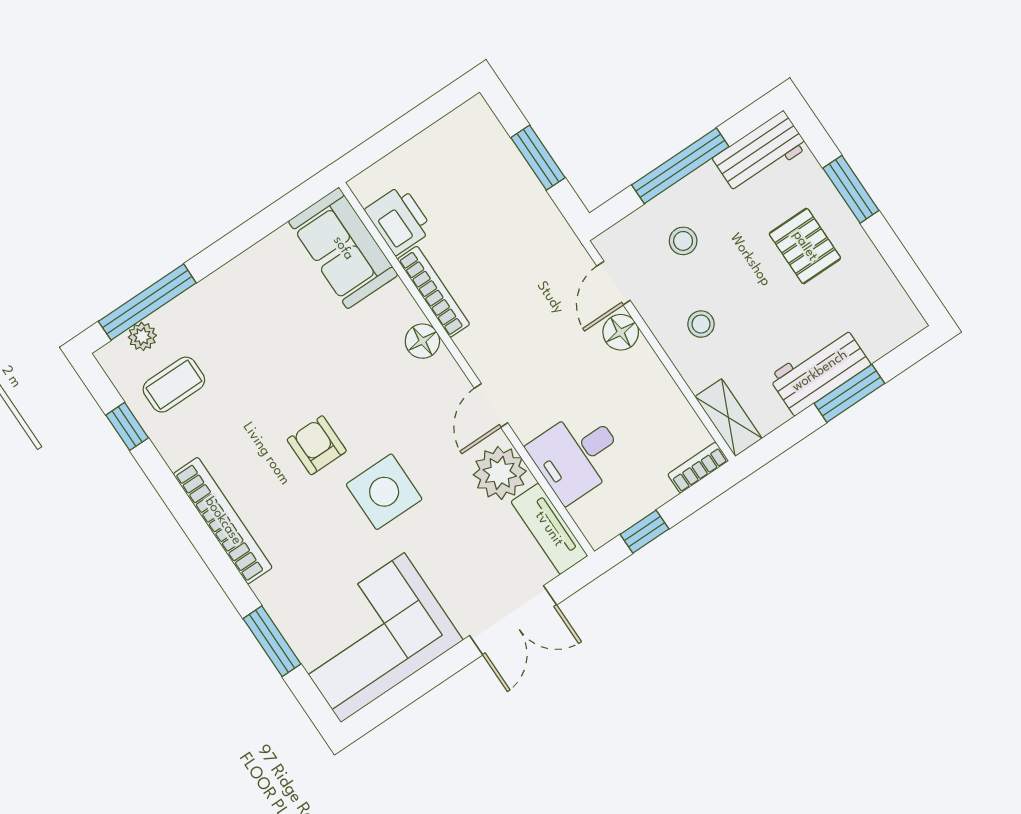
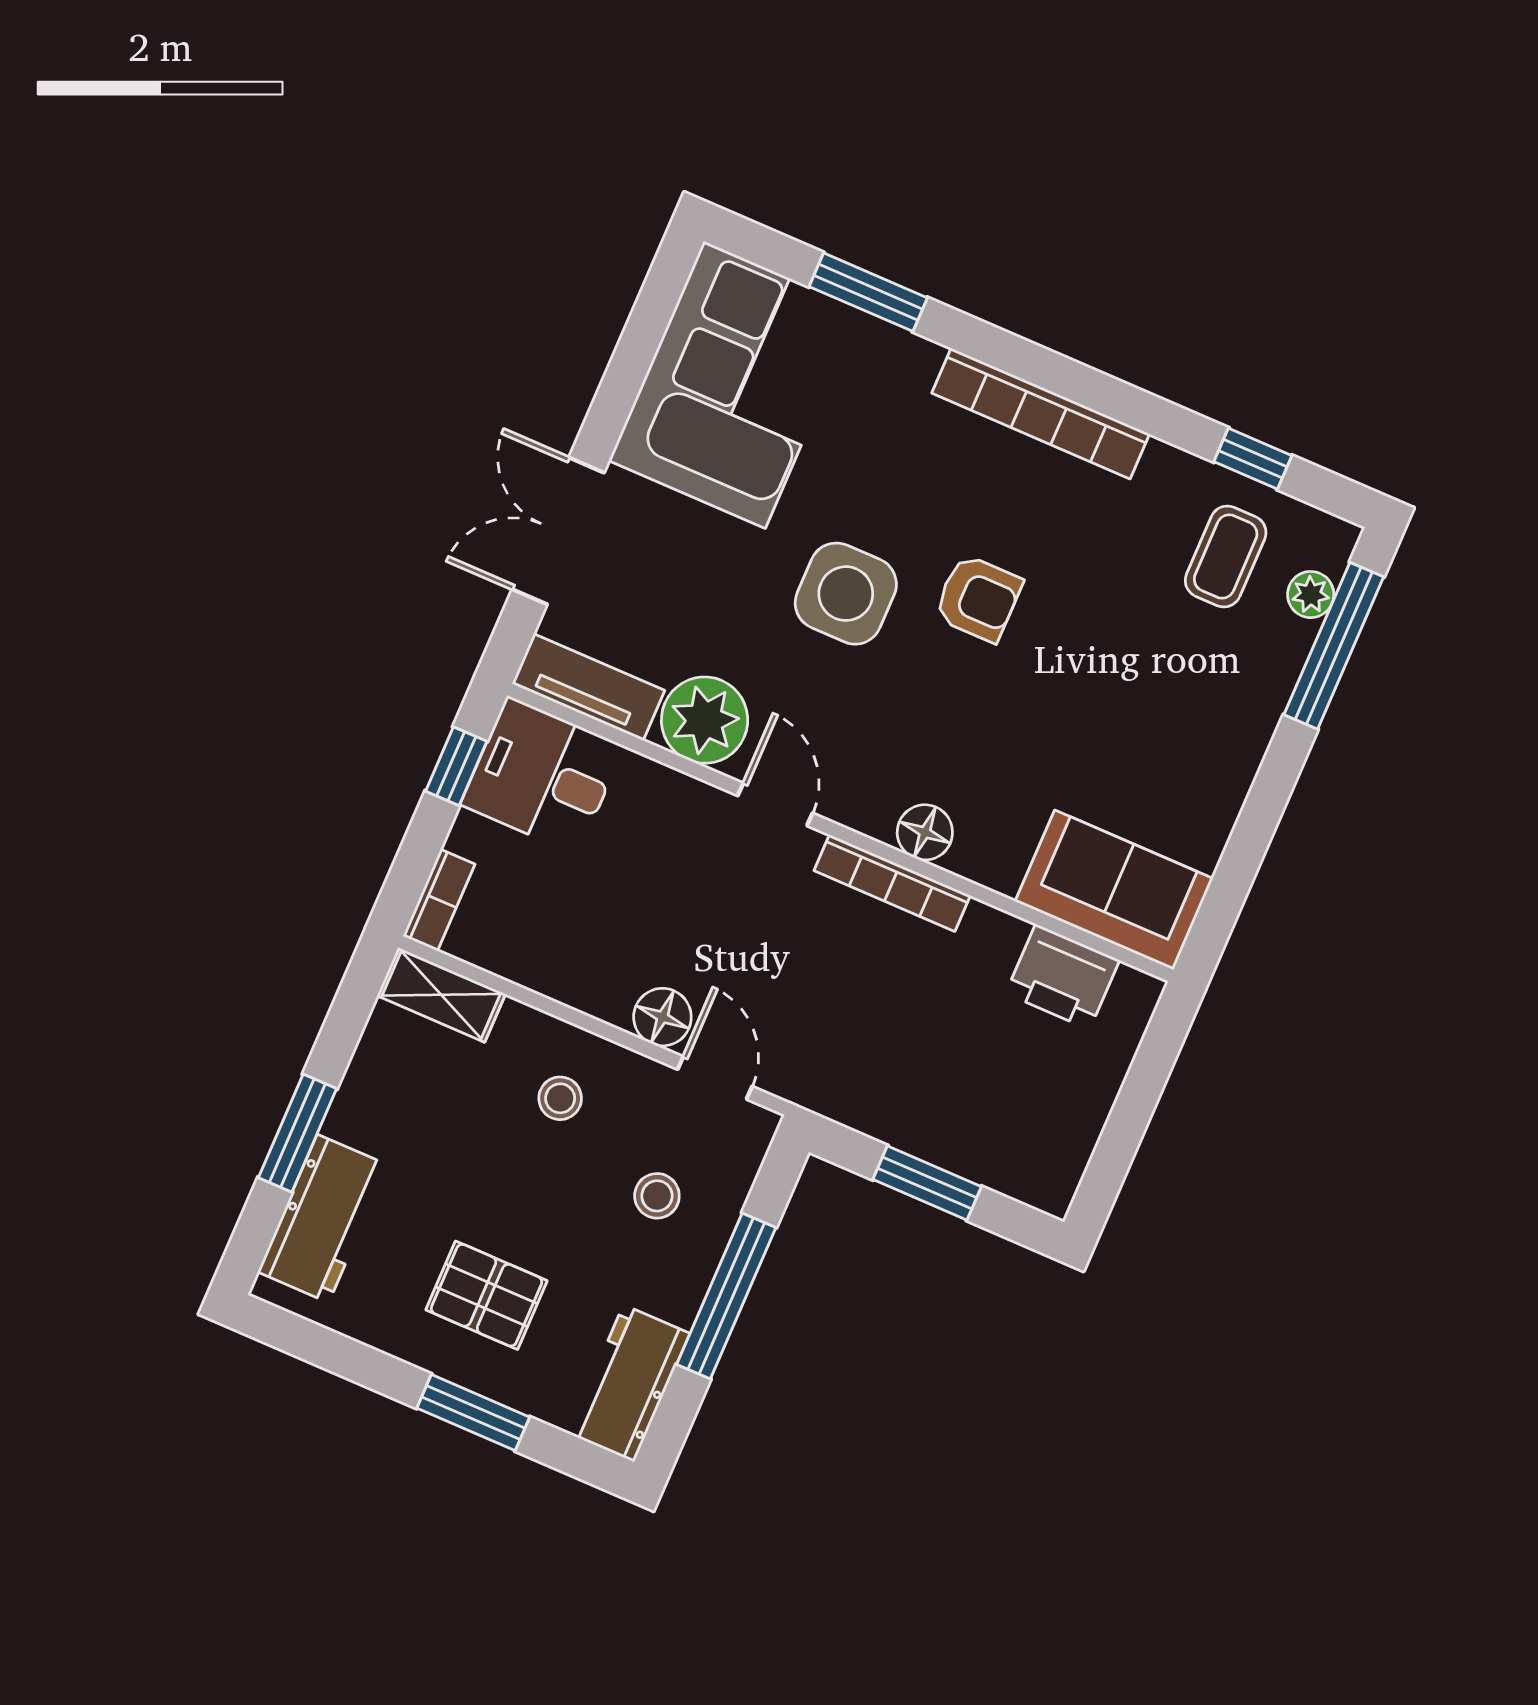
bookcase: (434, 292) -> (892, 883), moved
workbench: (820, 371) -> (323, 1218), moved
desk: (577, 455) -> (542, 775), moved, turned -90

